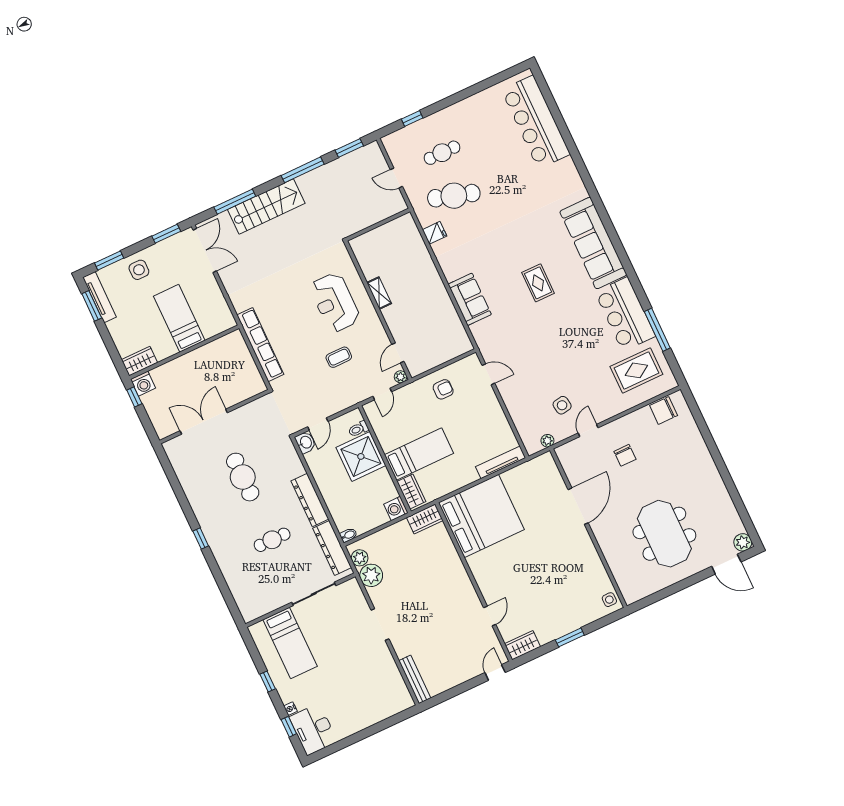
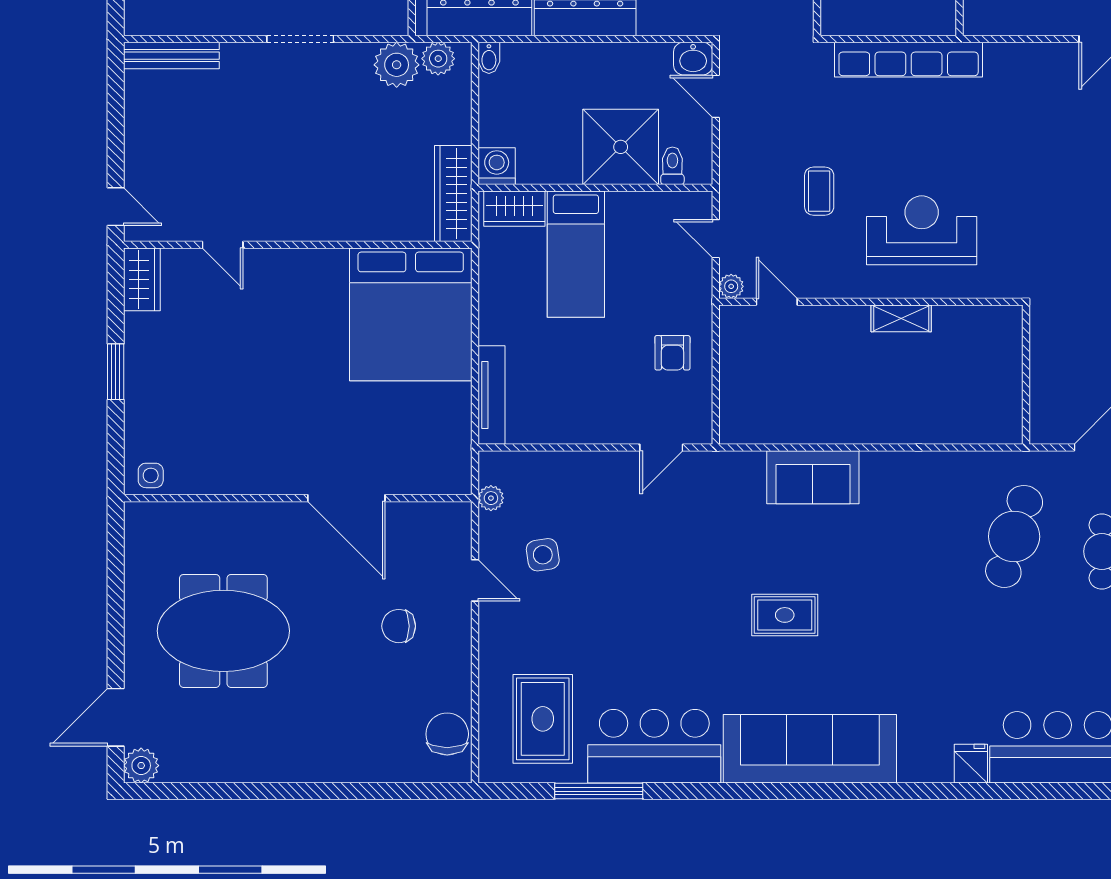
fridge: (435, 233) -> (971, 764), moved, turned 180
wardrobe: (425, 519) -> (453, 194), width x1.50

